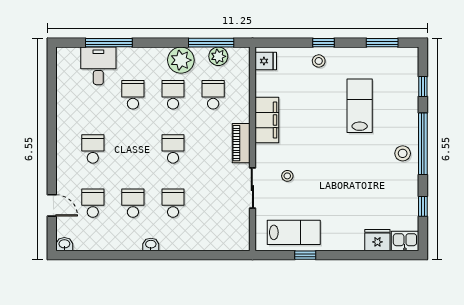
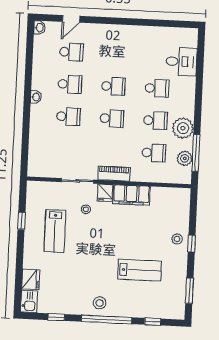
window: (109, 43) -> (200, 71), removed
fridge: (266, 61) -> (105, 193), moved
school desk: (93, 149) -> (113, 86), moved
lab bench: (294, 232) -> (55, 231), moved

